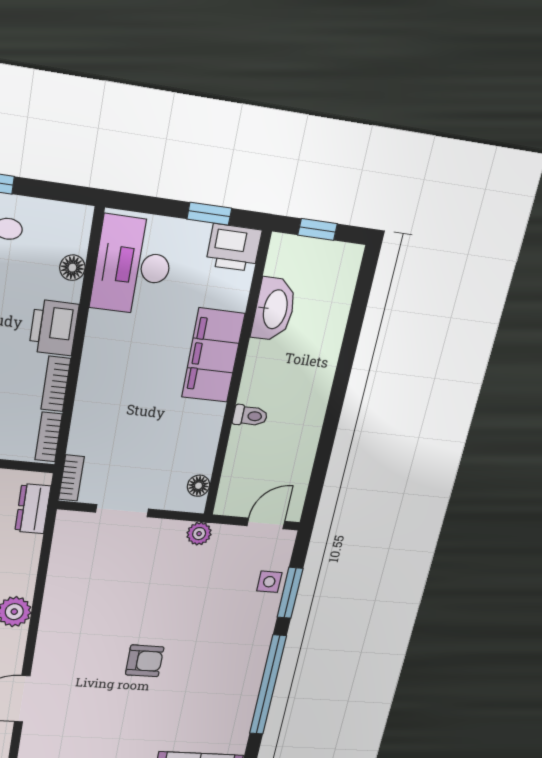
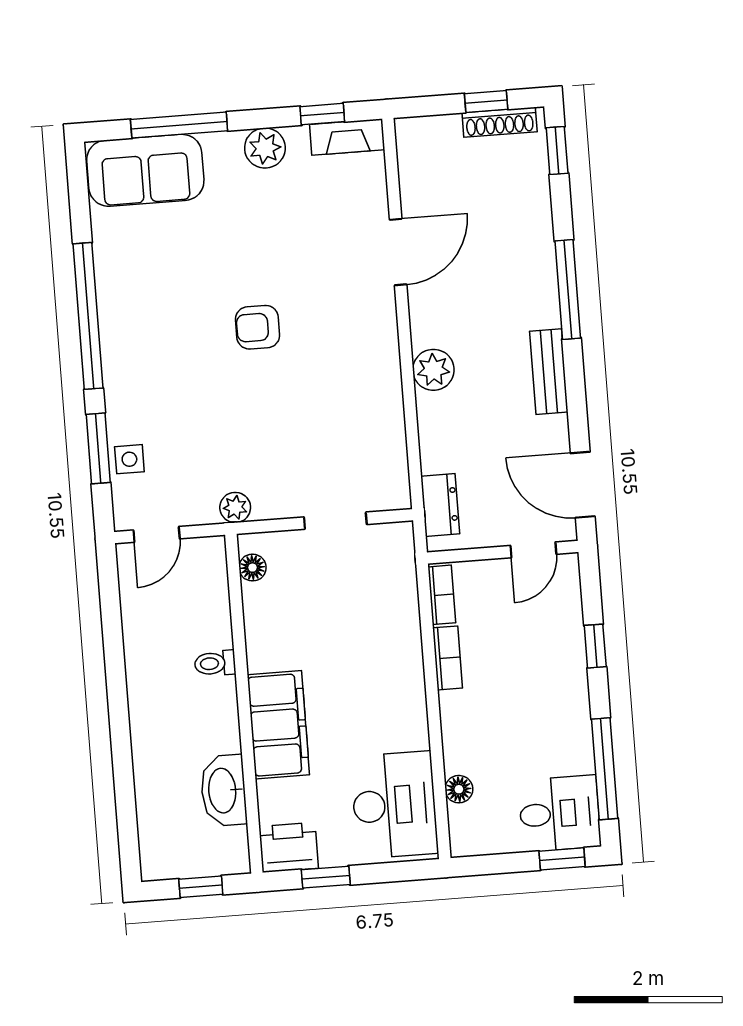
printer: (54, 328) -> (464, 720), removed
bookcase: (71, 478) -> (404, 551), removed

